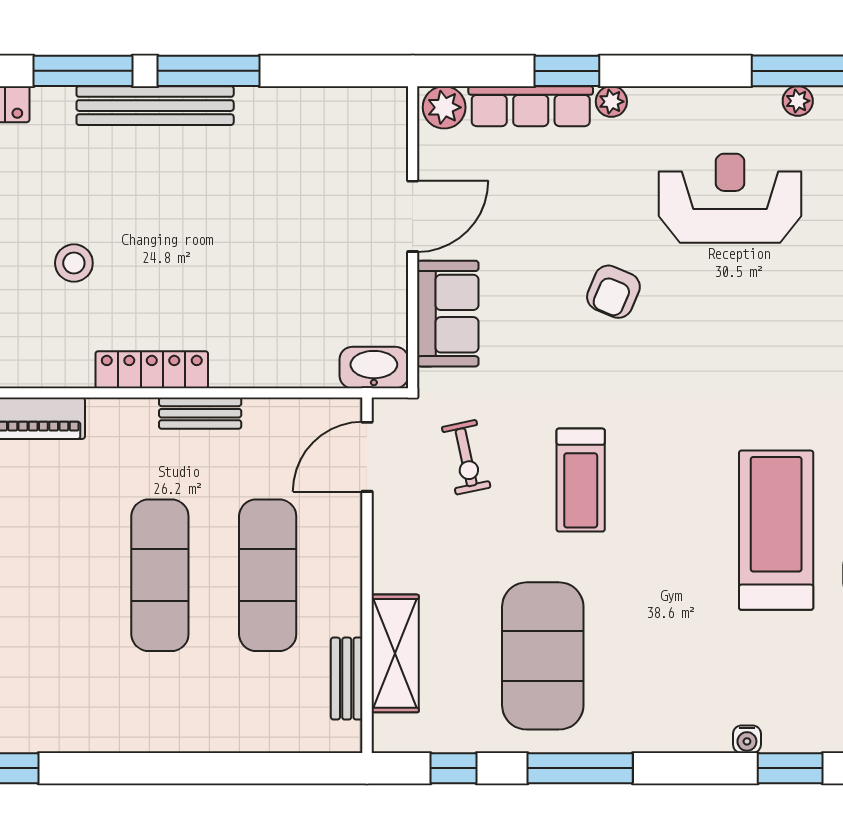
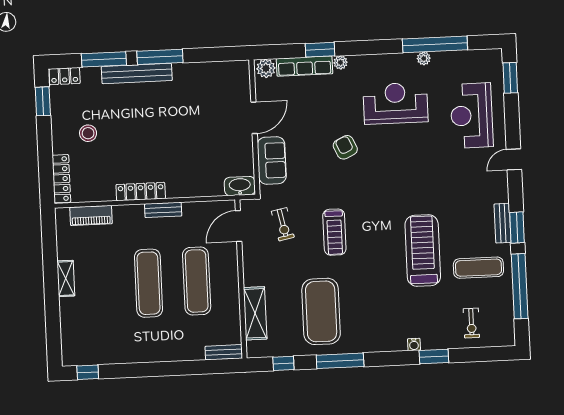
stool: (74, 263) -> (88, 133), moved
armchair: (613, 292) -> (345, 147), turned 132
bench: (347, 679) -> (224, 352), moved, turned 90

